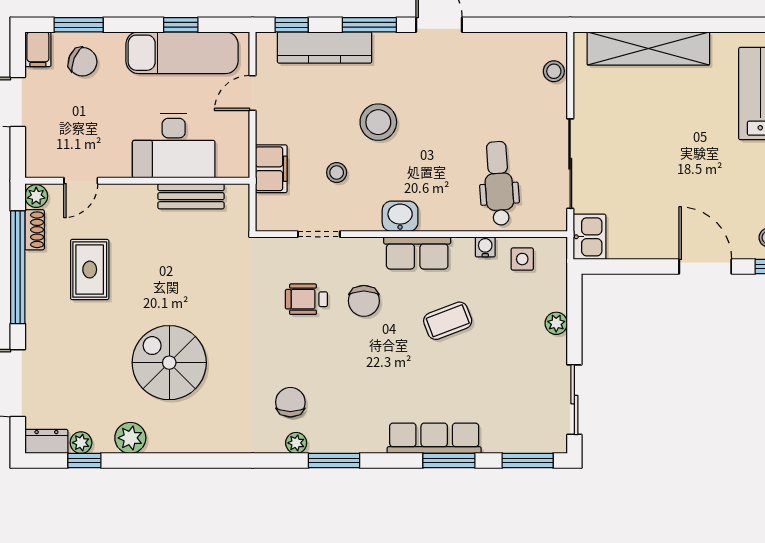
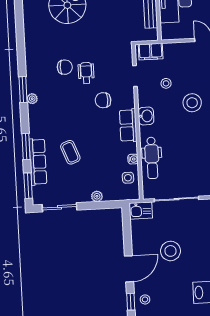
filing cabinet: (271, 169) -> (151, 52), moved
stool: (674, 181) -> (171, 251), added
dental chair: (499, 183) -> (152, 158), moved, turned 94
wheelchair: (306, 299) -> (86, 73), moved
coffee table: (448, 321) -> (70, 152), moved
chair: (290, 402) -> (65, 67), moved
row of seats: (434, 438) -> (38, 162), moved
plant: (296, 443) -> (32, 99), moved

